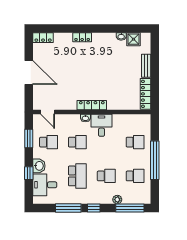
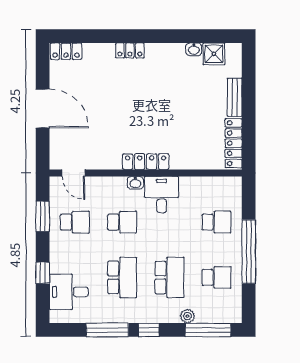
washbasin: (39, 166) -> (59, 261), removed
school desk: (106, 176) -> (169, 277), width x1.85

